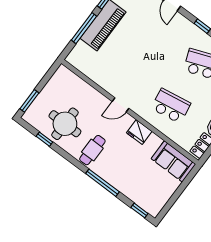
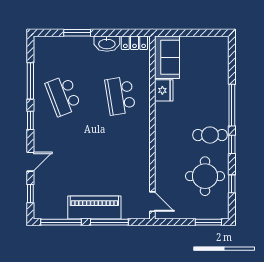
door: (121, 105) -> (152, 202), moved
fridge: (139, 132) -> (164, 90), moved
window: (139, 211) -> (232, 144), moved

